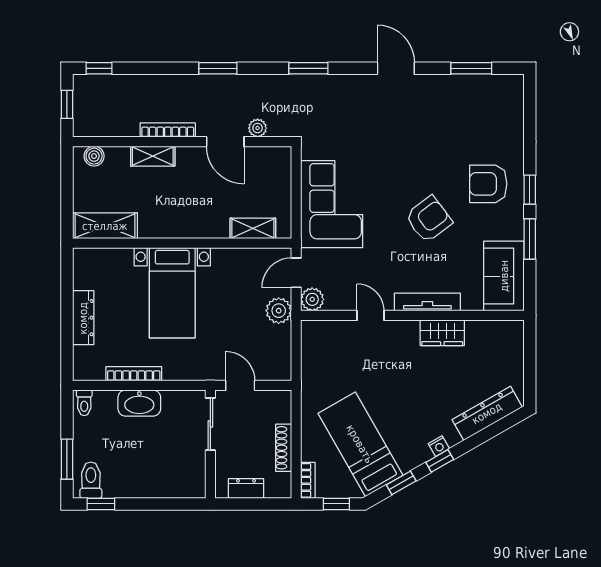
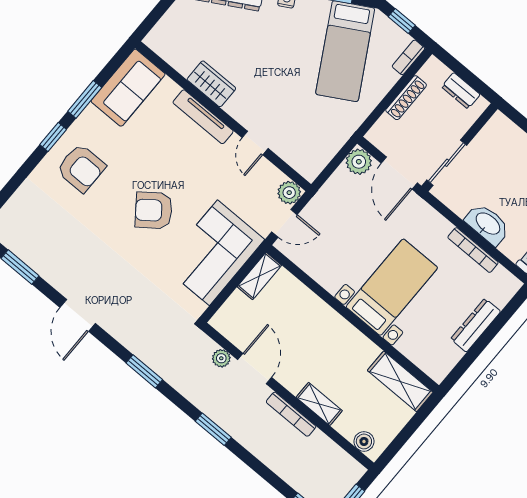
armchair: (429, 219) -> (154, 210), moved
shelving: (253, 228) -> (259, 276), moved, turned 90
plant: (279, 311) -> (359, 162), moved
door: (240, 385) -> (399, 173), width x1.38

